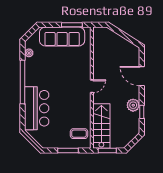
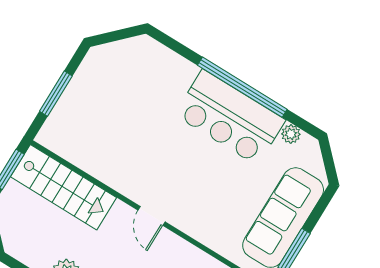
bar counter: (37, 108) -> (230, 117), moved
coffee table: (79, 134) -> (75, 135), removed

